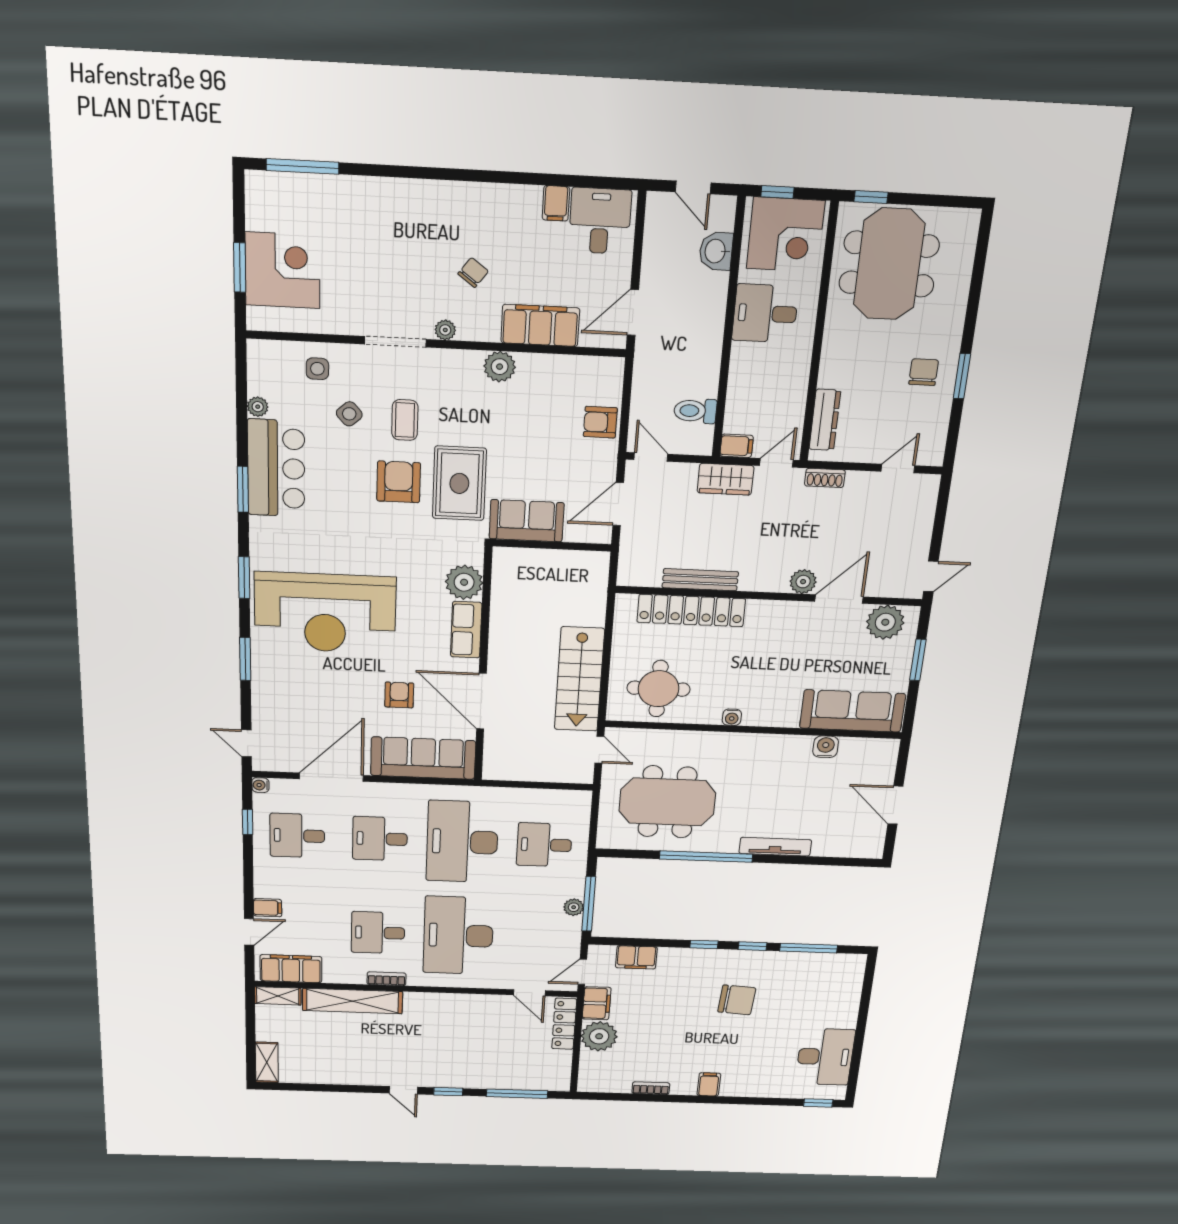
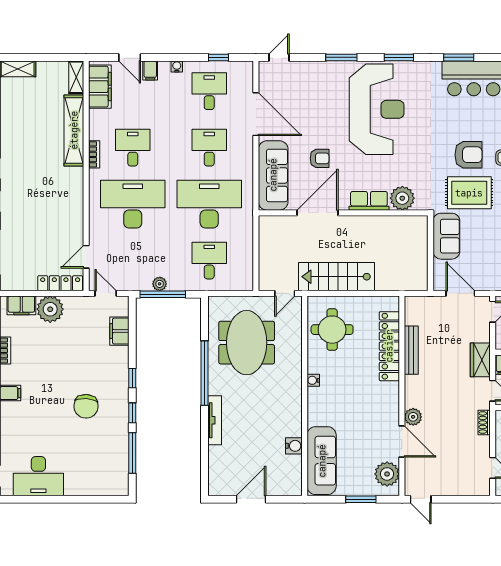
reception desk: (325, 613) -> (377, 109), turned 180
water cooler: (260, 785) -> (177, 66), moved
filing cabinet: (597, 1003) -> (21, 305), moved

